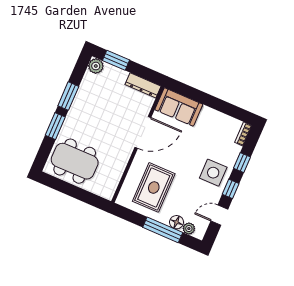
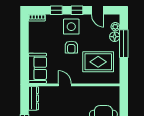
door: (143, 132) -> (65, 85), width x0.53
armchair: (187, 161) -> (71, 47), added

